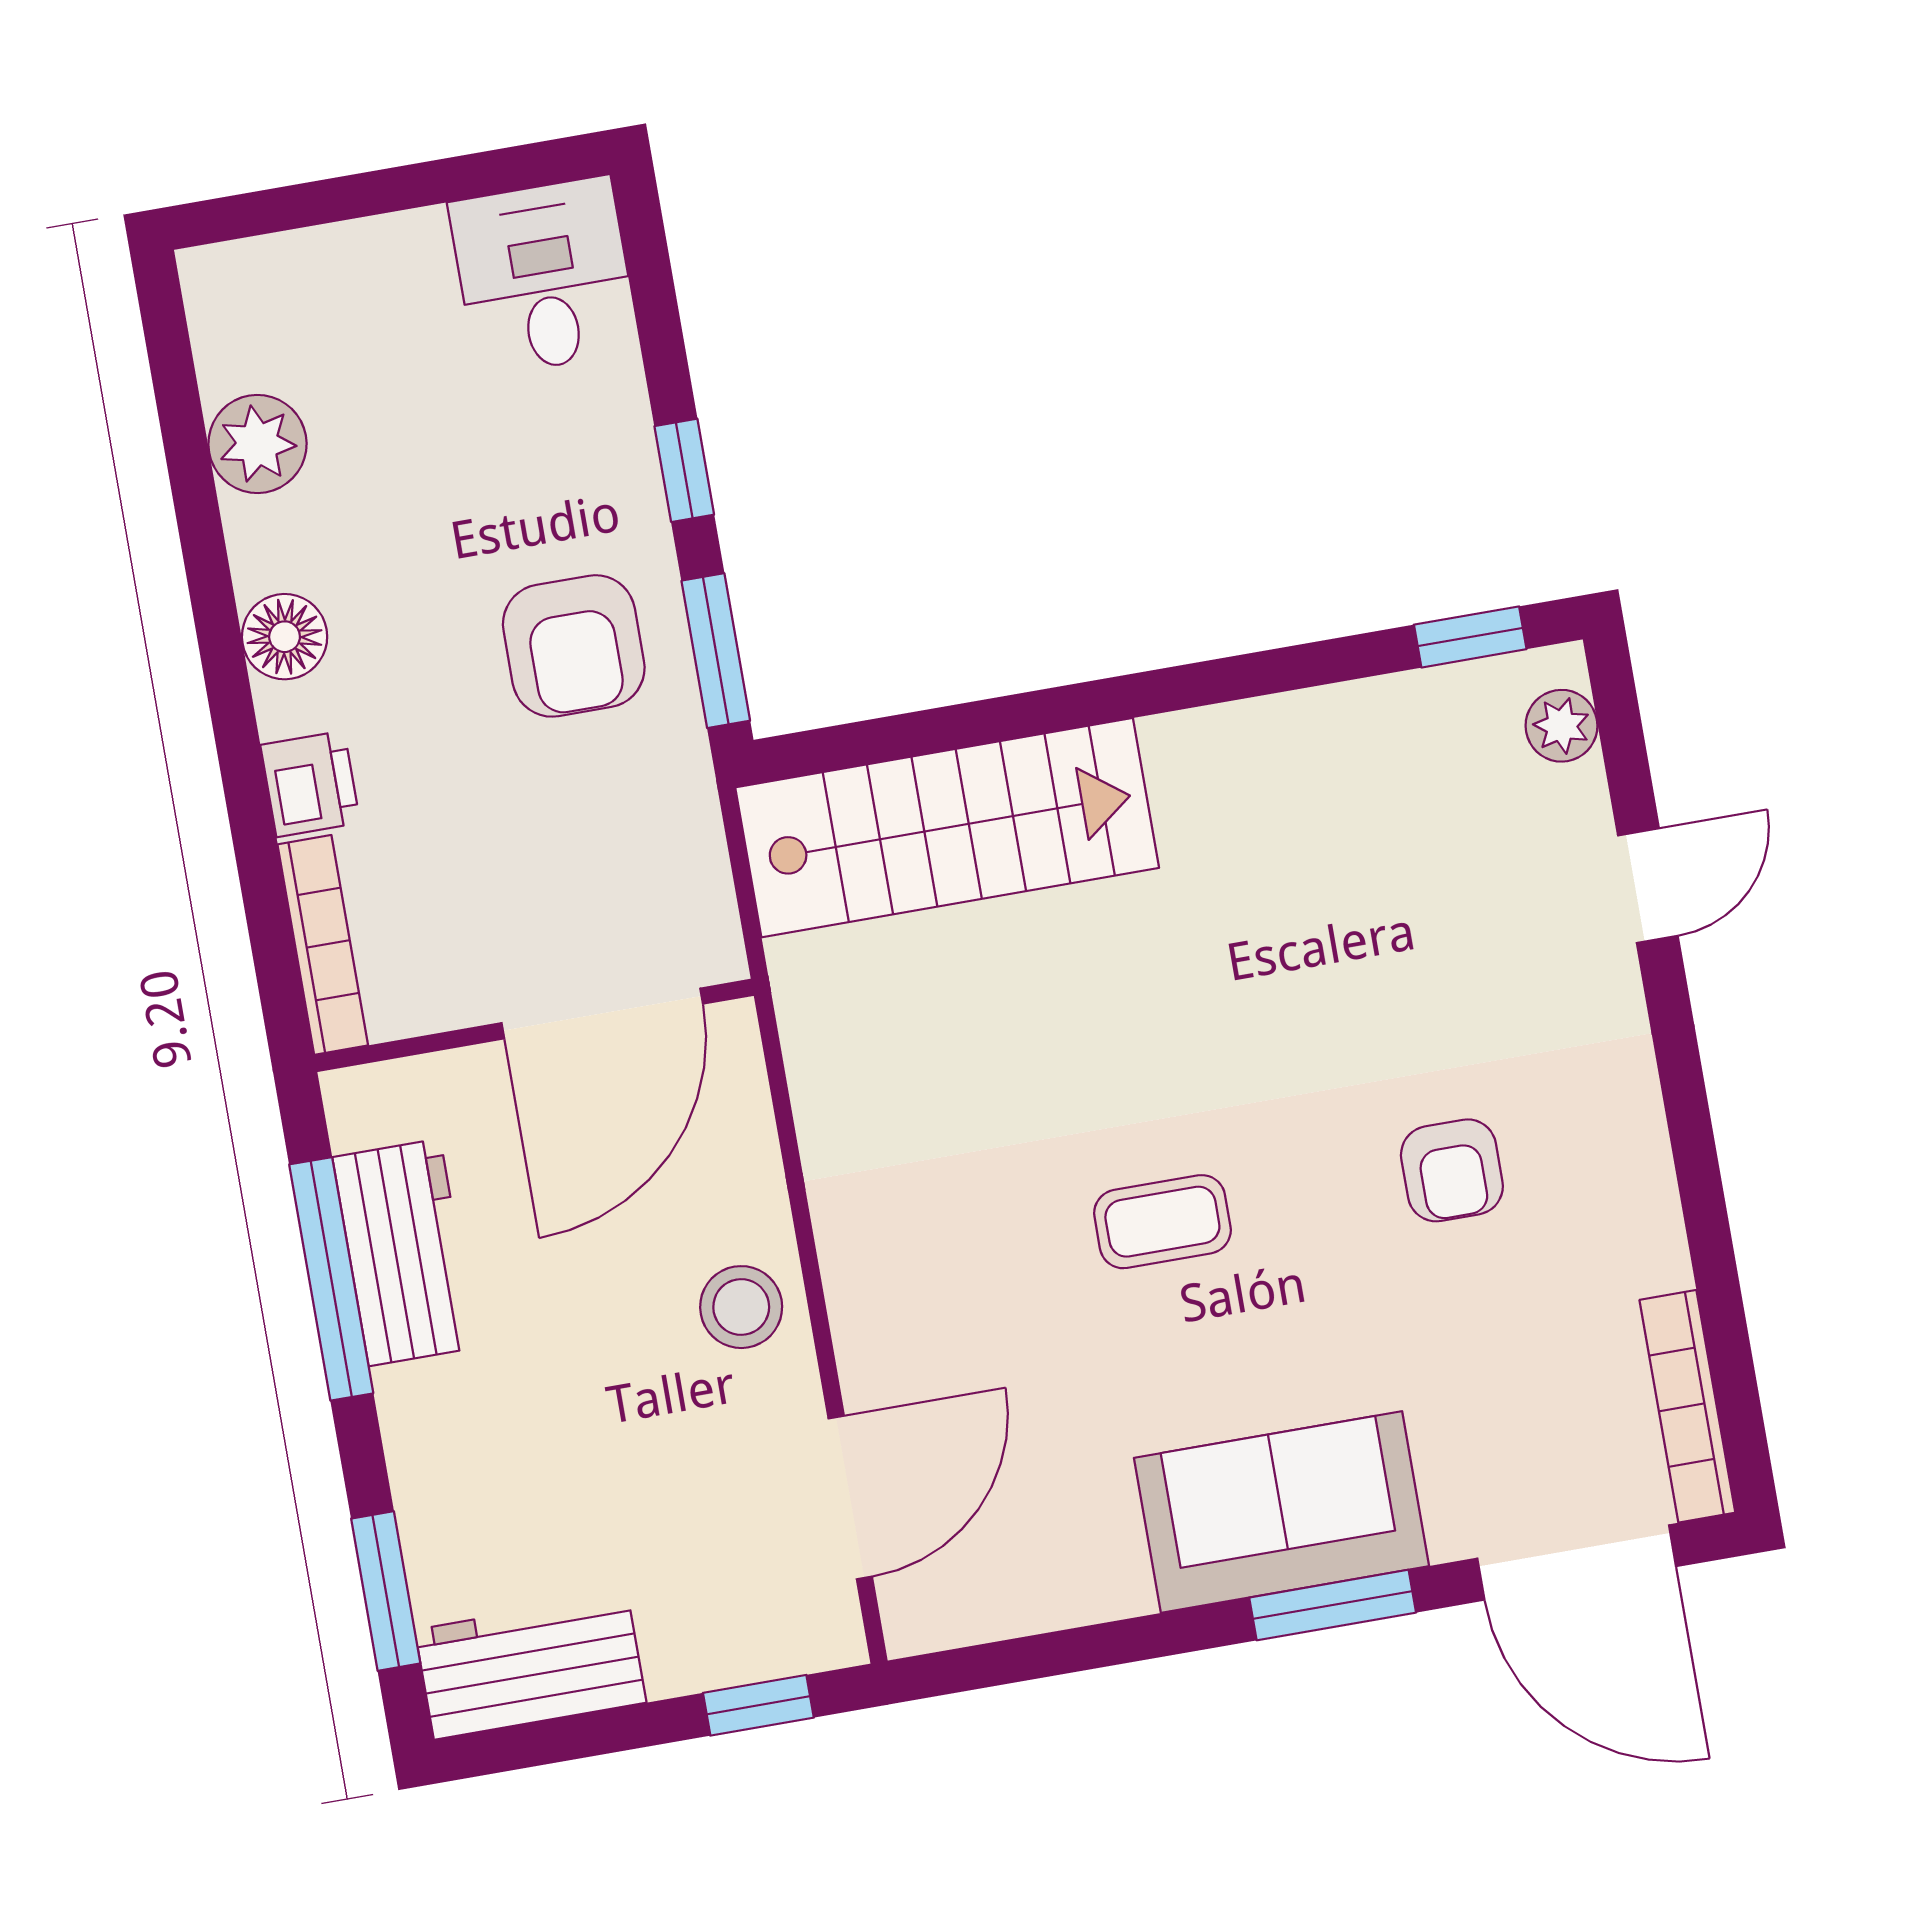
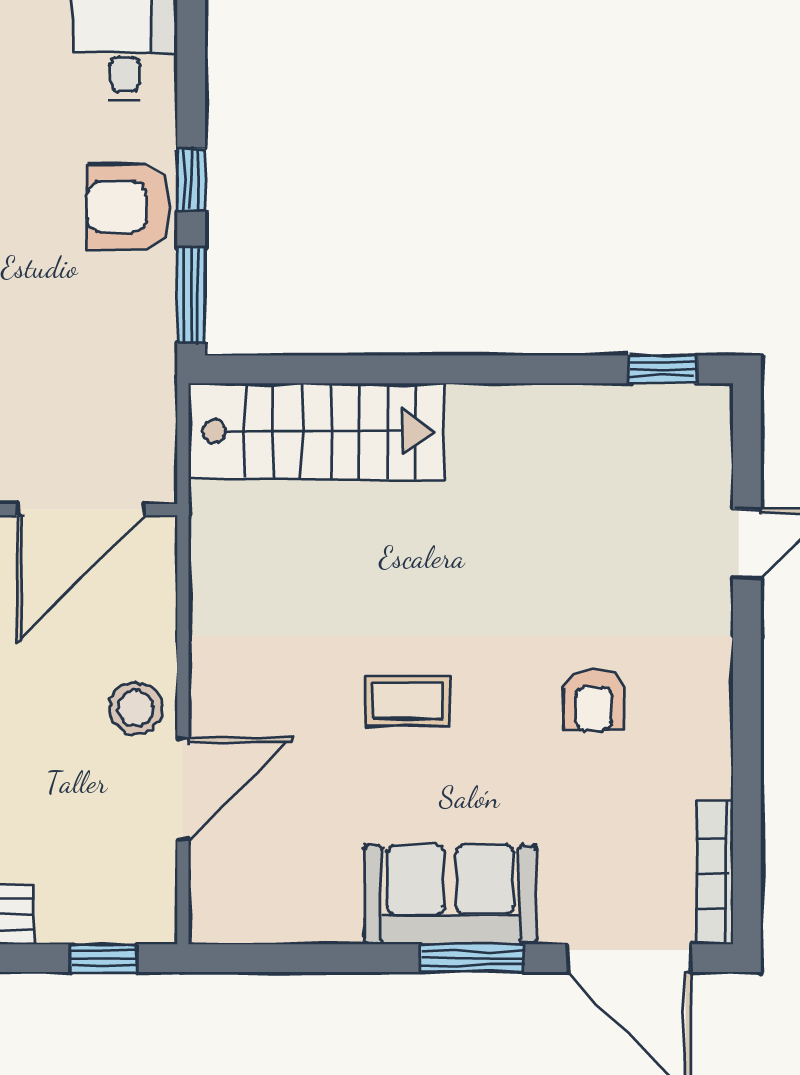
armchair: (574, 646) -> (129, 207), moved, turned 90
plant: (1562, 726) -> (710, 435), removed
door: (850, 1498) -> (183, 789), moved

